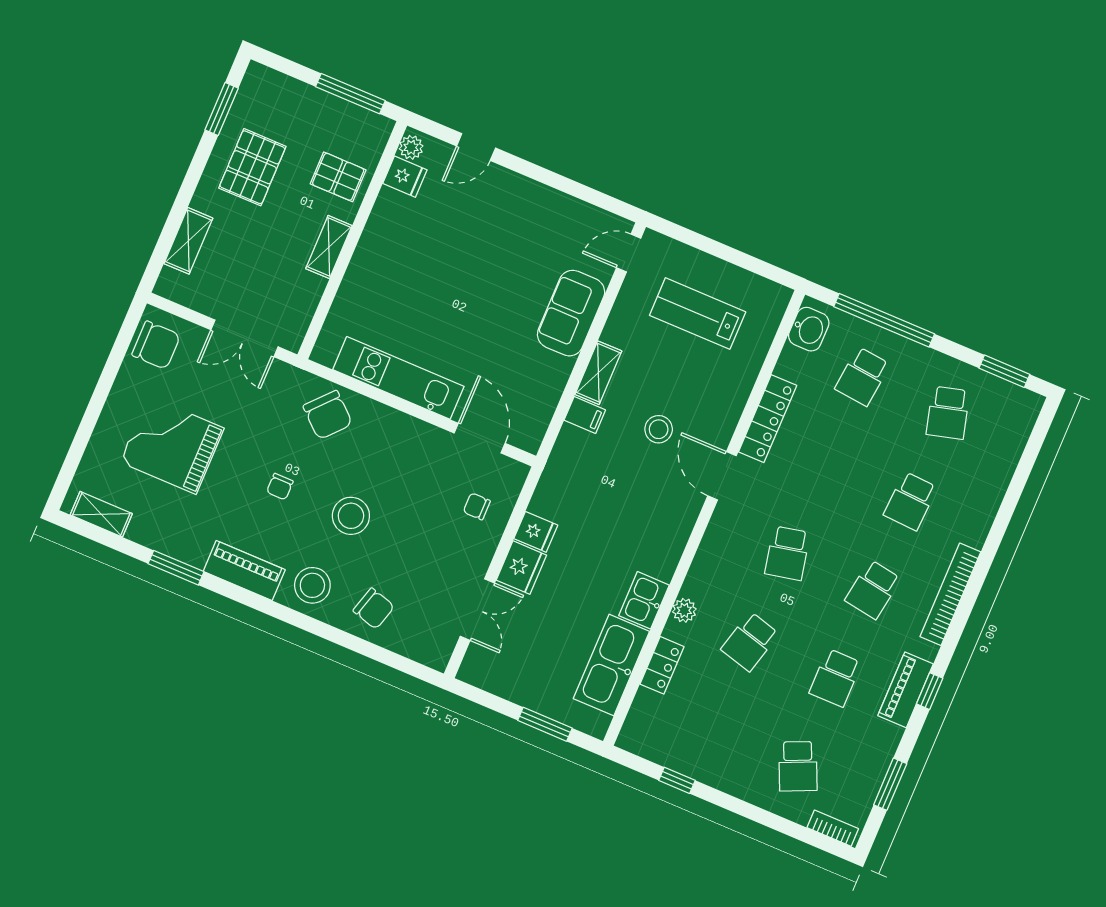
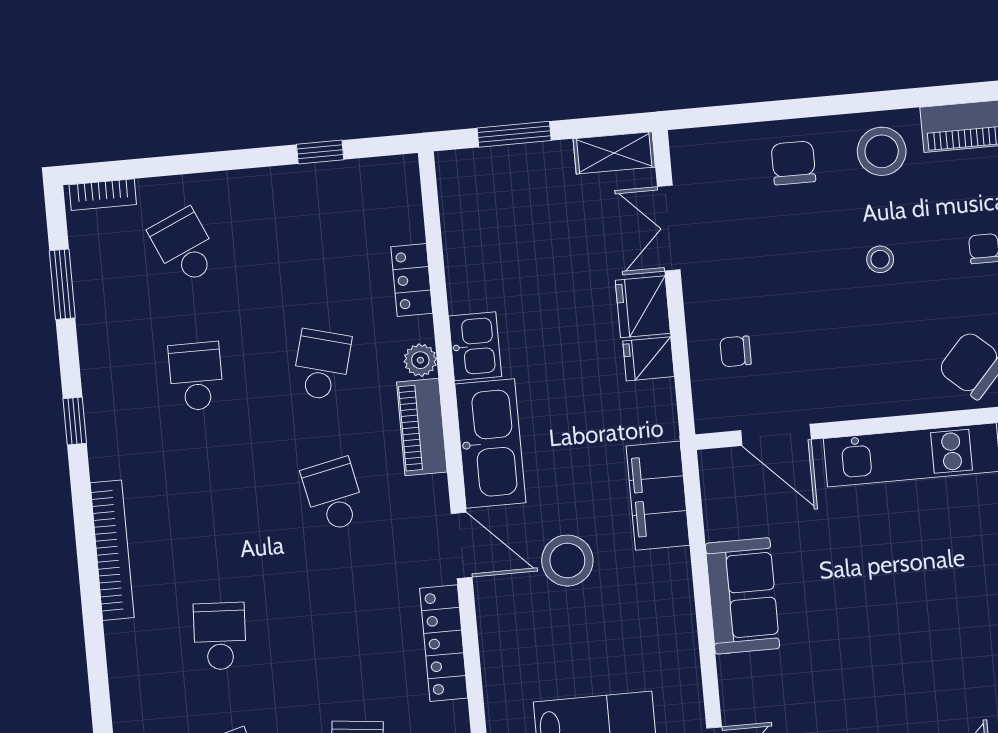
sofa: (571, 313) -> (742, 596), moved
shelving: (598, 373) -> (614, 153), moved, turned 90
filing cabinet: (585, 415) -> (658, 496), width x3.00, depth x1.17
stool: (659, 429) -> (567, 561), width x1.38, depth x1.38
chair: (477, 506) -> (736, 351), turned 180
stool: (351, 516) -> (880, 259), width x0.53, depth x0.53
school desk: (873, 589) -> (208, 506), removed
chair: (374, 609) -> (793, 163), turned 74
kitchen sink: (611, 665) -> (490, 443), moved
piano: (906, 690) -> (422, 427), moved, turned 180

